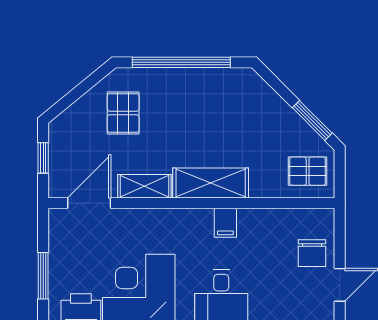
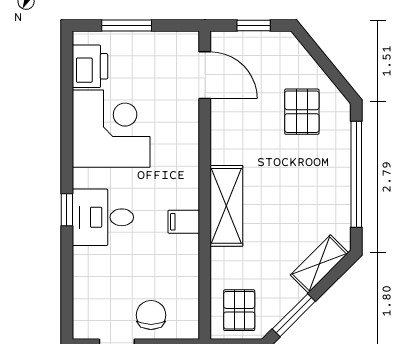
pallet: (123, 113) -> (302, 112), turned 90
shelving: (144, 186) -> (319, 264), moved, turned 45
chair: (312, 253) -> (151, 315), turned 90

